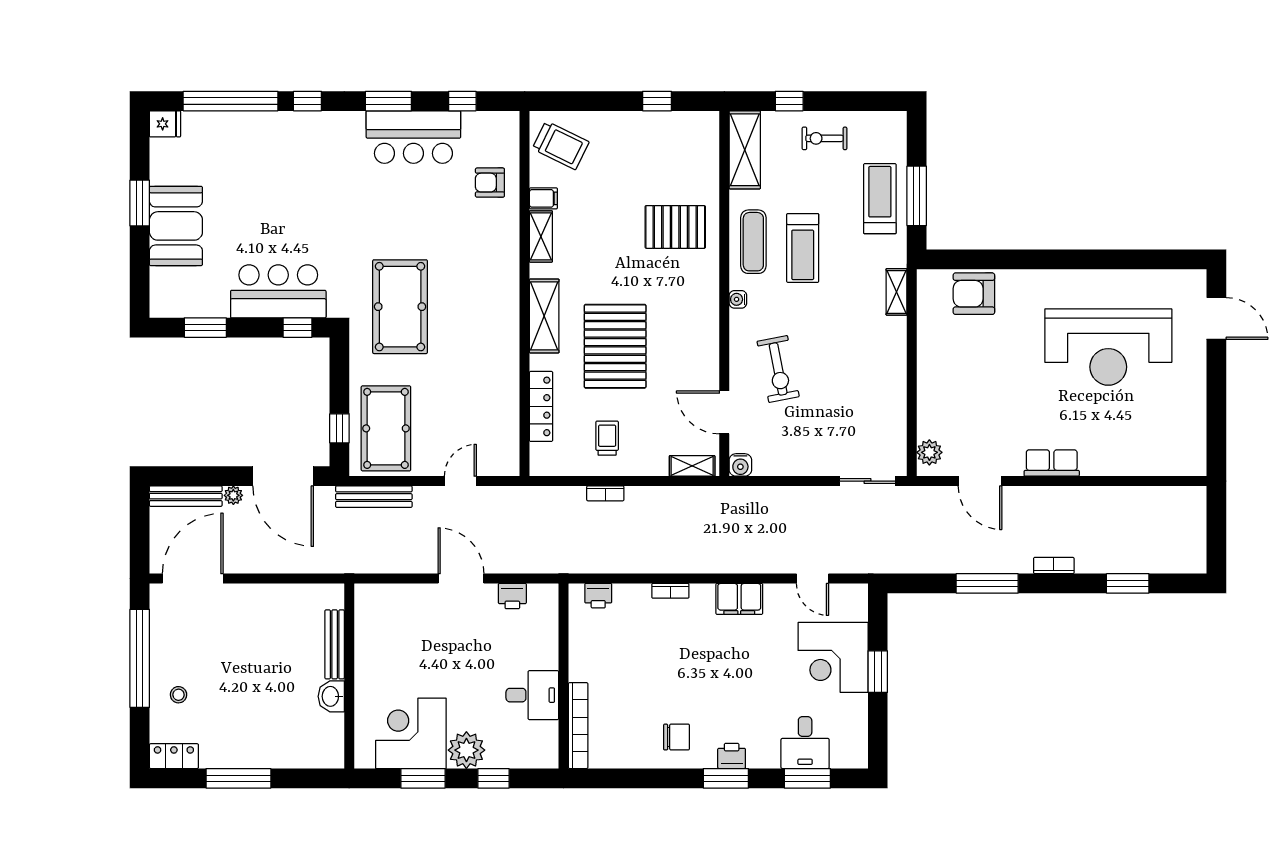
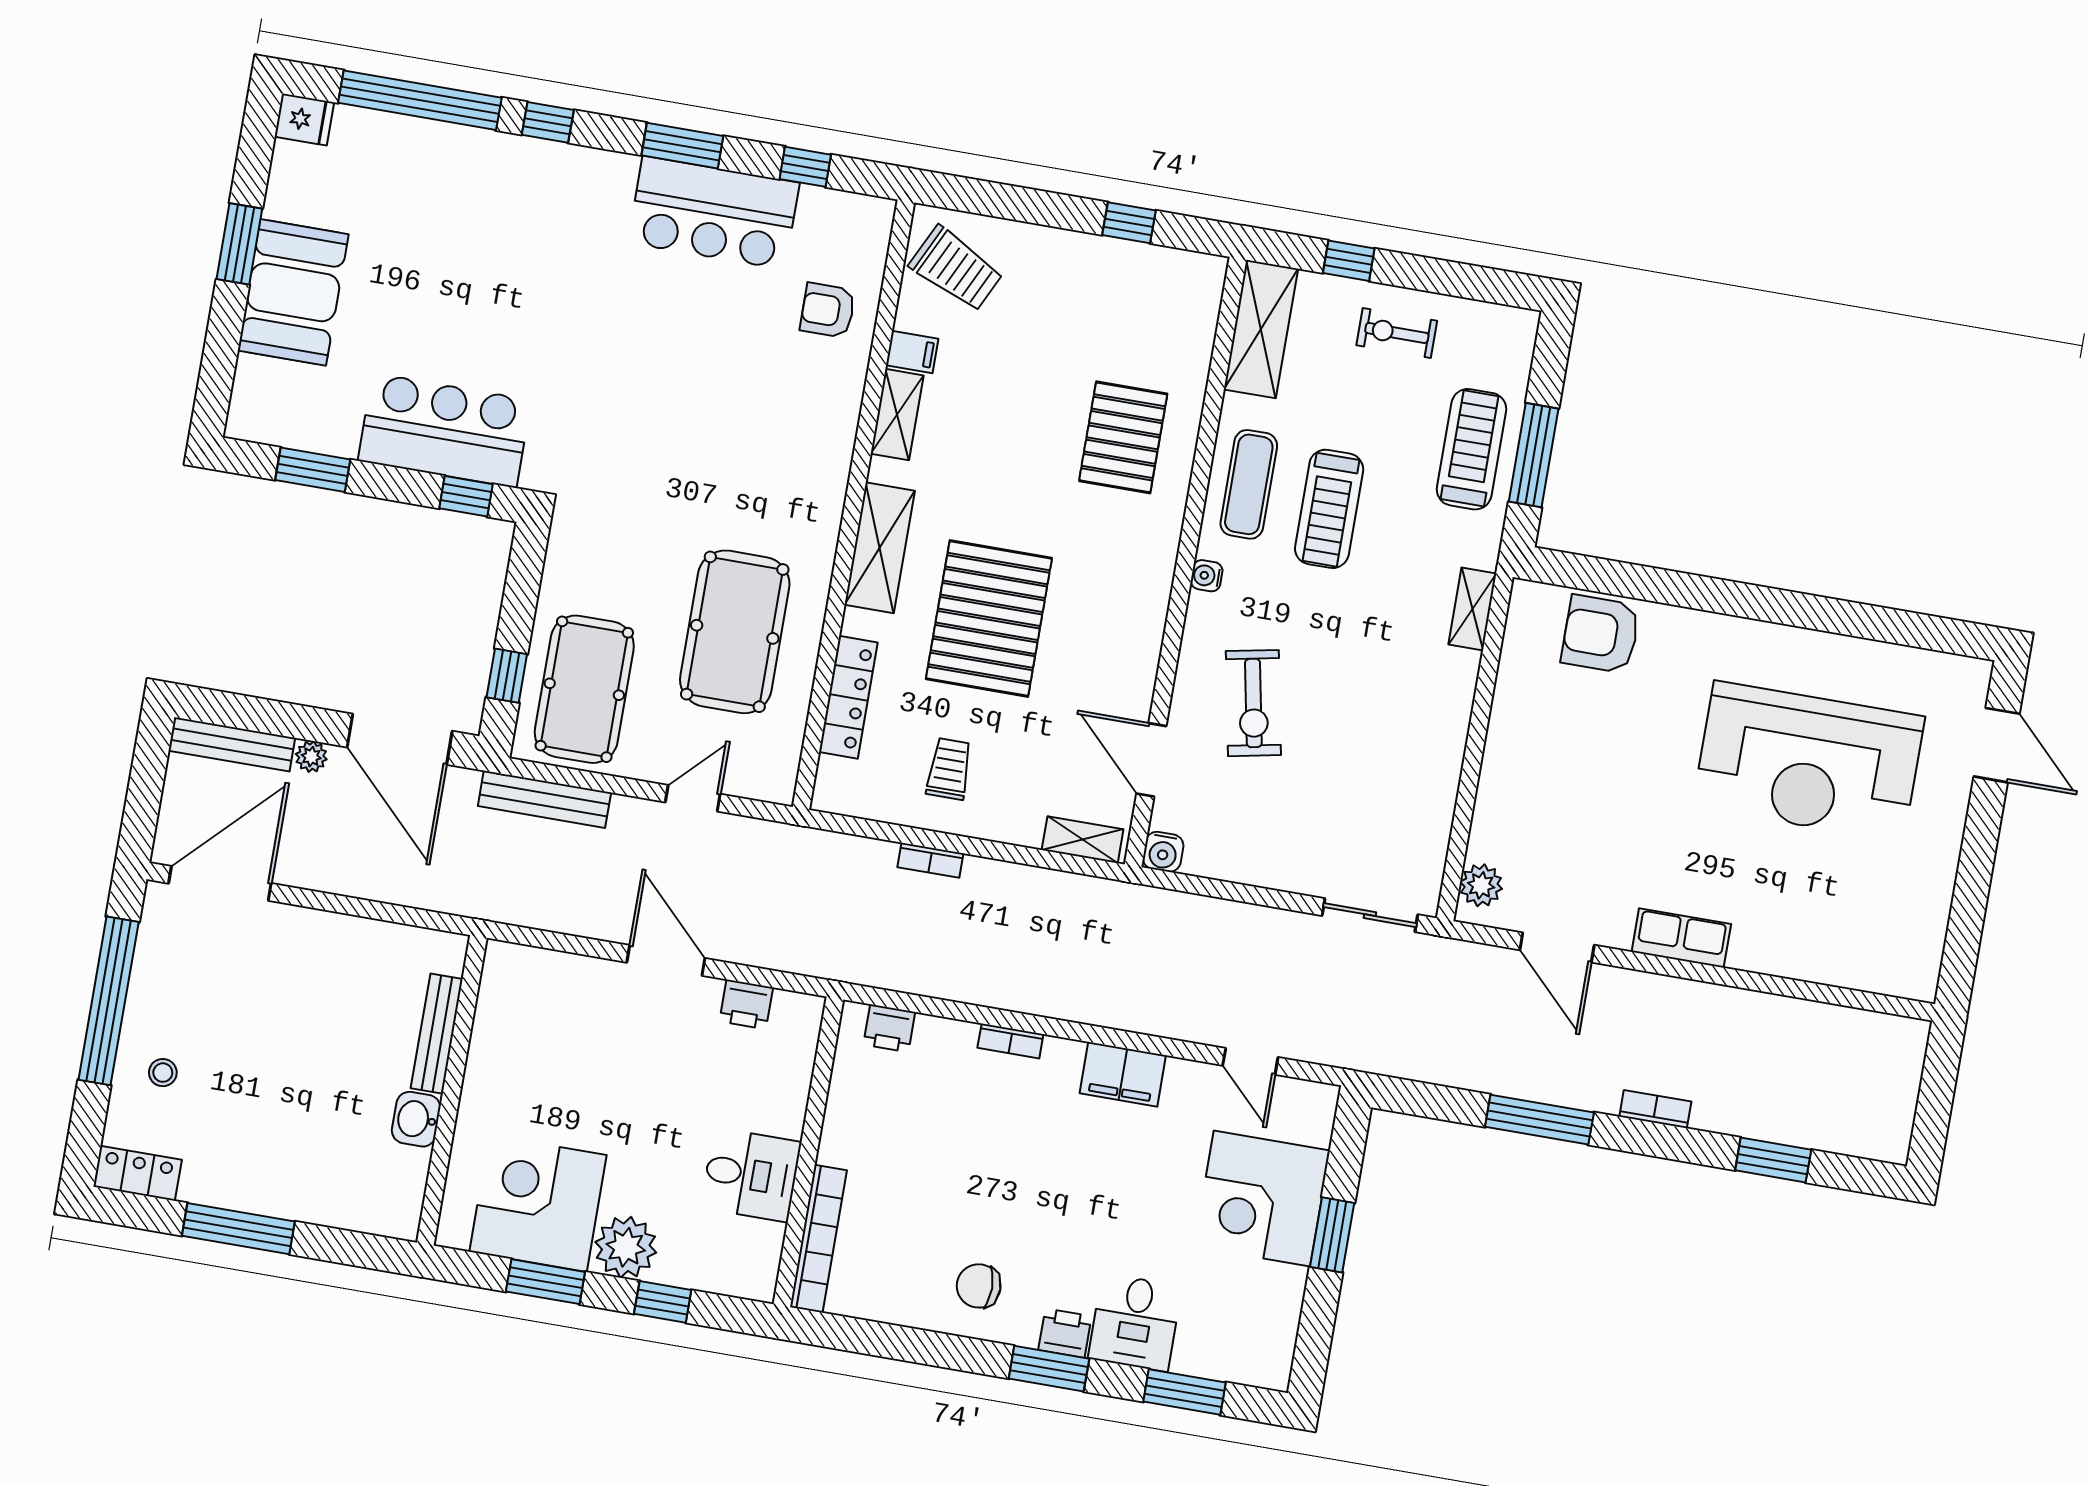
pallet: (675, 227) -> (1123, 437), turned 90
pool table: (400, 307) -> (735, 632), moved
chair: (676, 737) -> (979, 1286), turned 180
desk: (805, 743) -> (1135, 1322), moved

